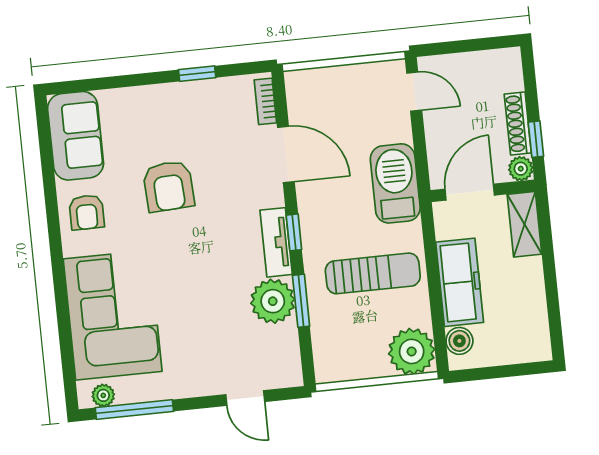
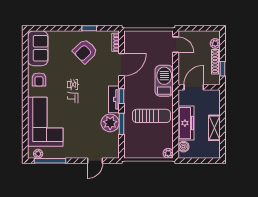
door: (286, 155) -> (121, 65), hinge flipped
plant: (521, 169) -> (215, 43), moved
armchair: (168, 186) -> (85, 51), moved, turned 49
shelving: (524, 224) -> (214, 128), moved
plant: (412, 351) -> (168, 153), width x0.53, depth x0.53
door: (245, 398) -> (95, 161), hinge flipped

